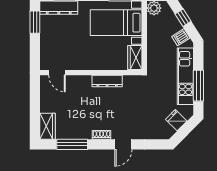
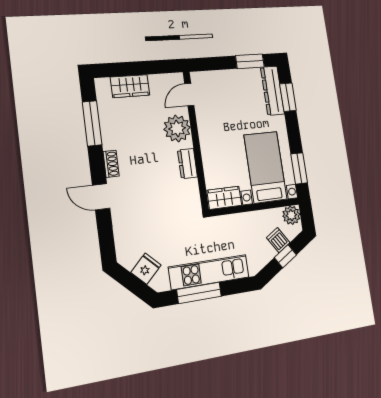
dishwasher: (181, 37) -> (278, 240), moved
dresser: (107, 81) -> (187, 163), width x0.70
plant: (81, 85) -> (177, 128), added
wardrobe: (48, 126) -> (130, 86), moved

